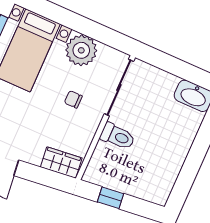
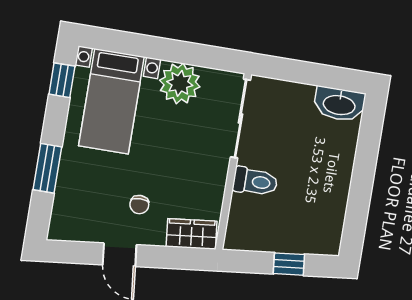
chair: (73, 99) -> (139, 205), moved, turned -90
window: (110, 198) -> (289, 264), moved

